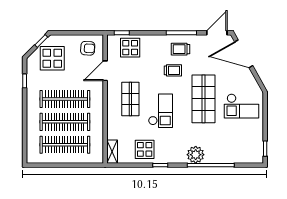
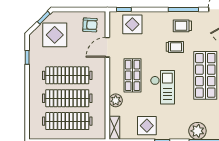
plant: (114, 124) -> (116, 100), added

